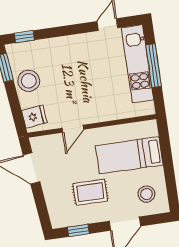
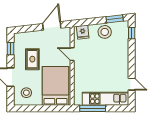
window: (154, 66) -> (93, 108), moved
bed: (129, 155) -> (56, 86), width x1.50

